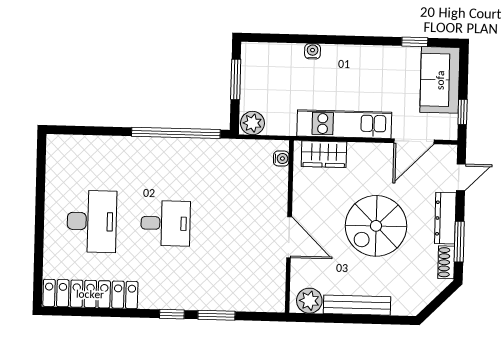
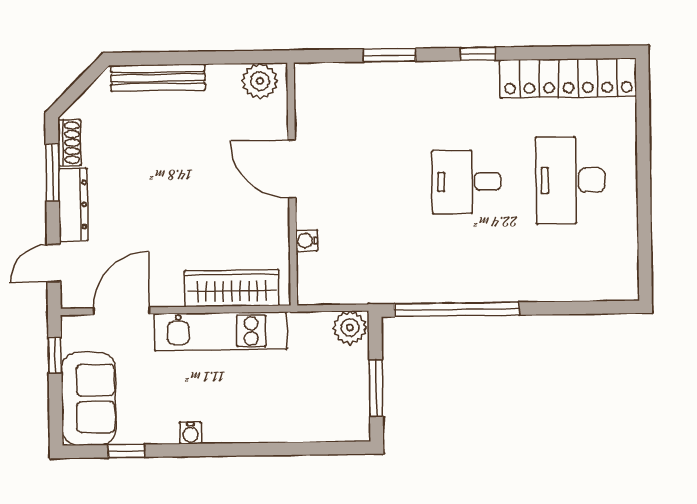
water cooler: (313, 51) -> (191, 433), moved
wardrobe: (324, 154) -> (232, 288), width x1.50
water cooler: (281, 158) -> (307, 241), moved
spiral stairs: (376, 226) -> (170, 190), removed
bench: (357, 305) -> (158, 78), moved
window: (172, 314) -> (478, 54), moved

